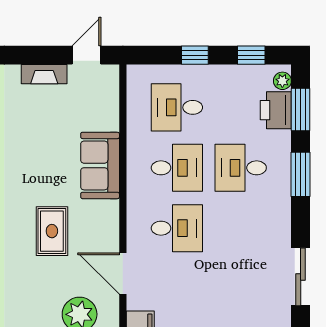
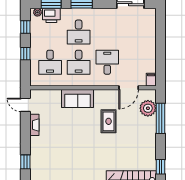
desk: (177, 168) -> (79, 62), turned 180
rug: (52, 231) -> (109, 121), turned 90

